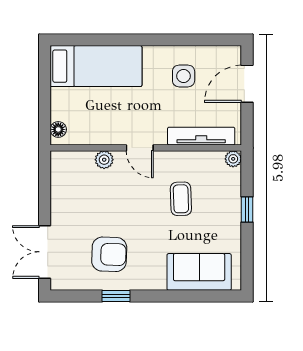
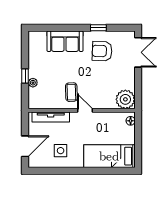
plant: (233, 159) -> (33, 83), moved
plant: (104, 160) -> (125, 99), moved, width x1.87, depth x1.87
coffee table: (181, 199) -> (71, 92), moved
sofa: (199, 272) -> (65, 41), moved

